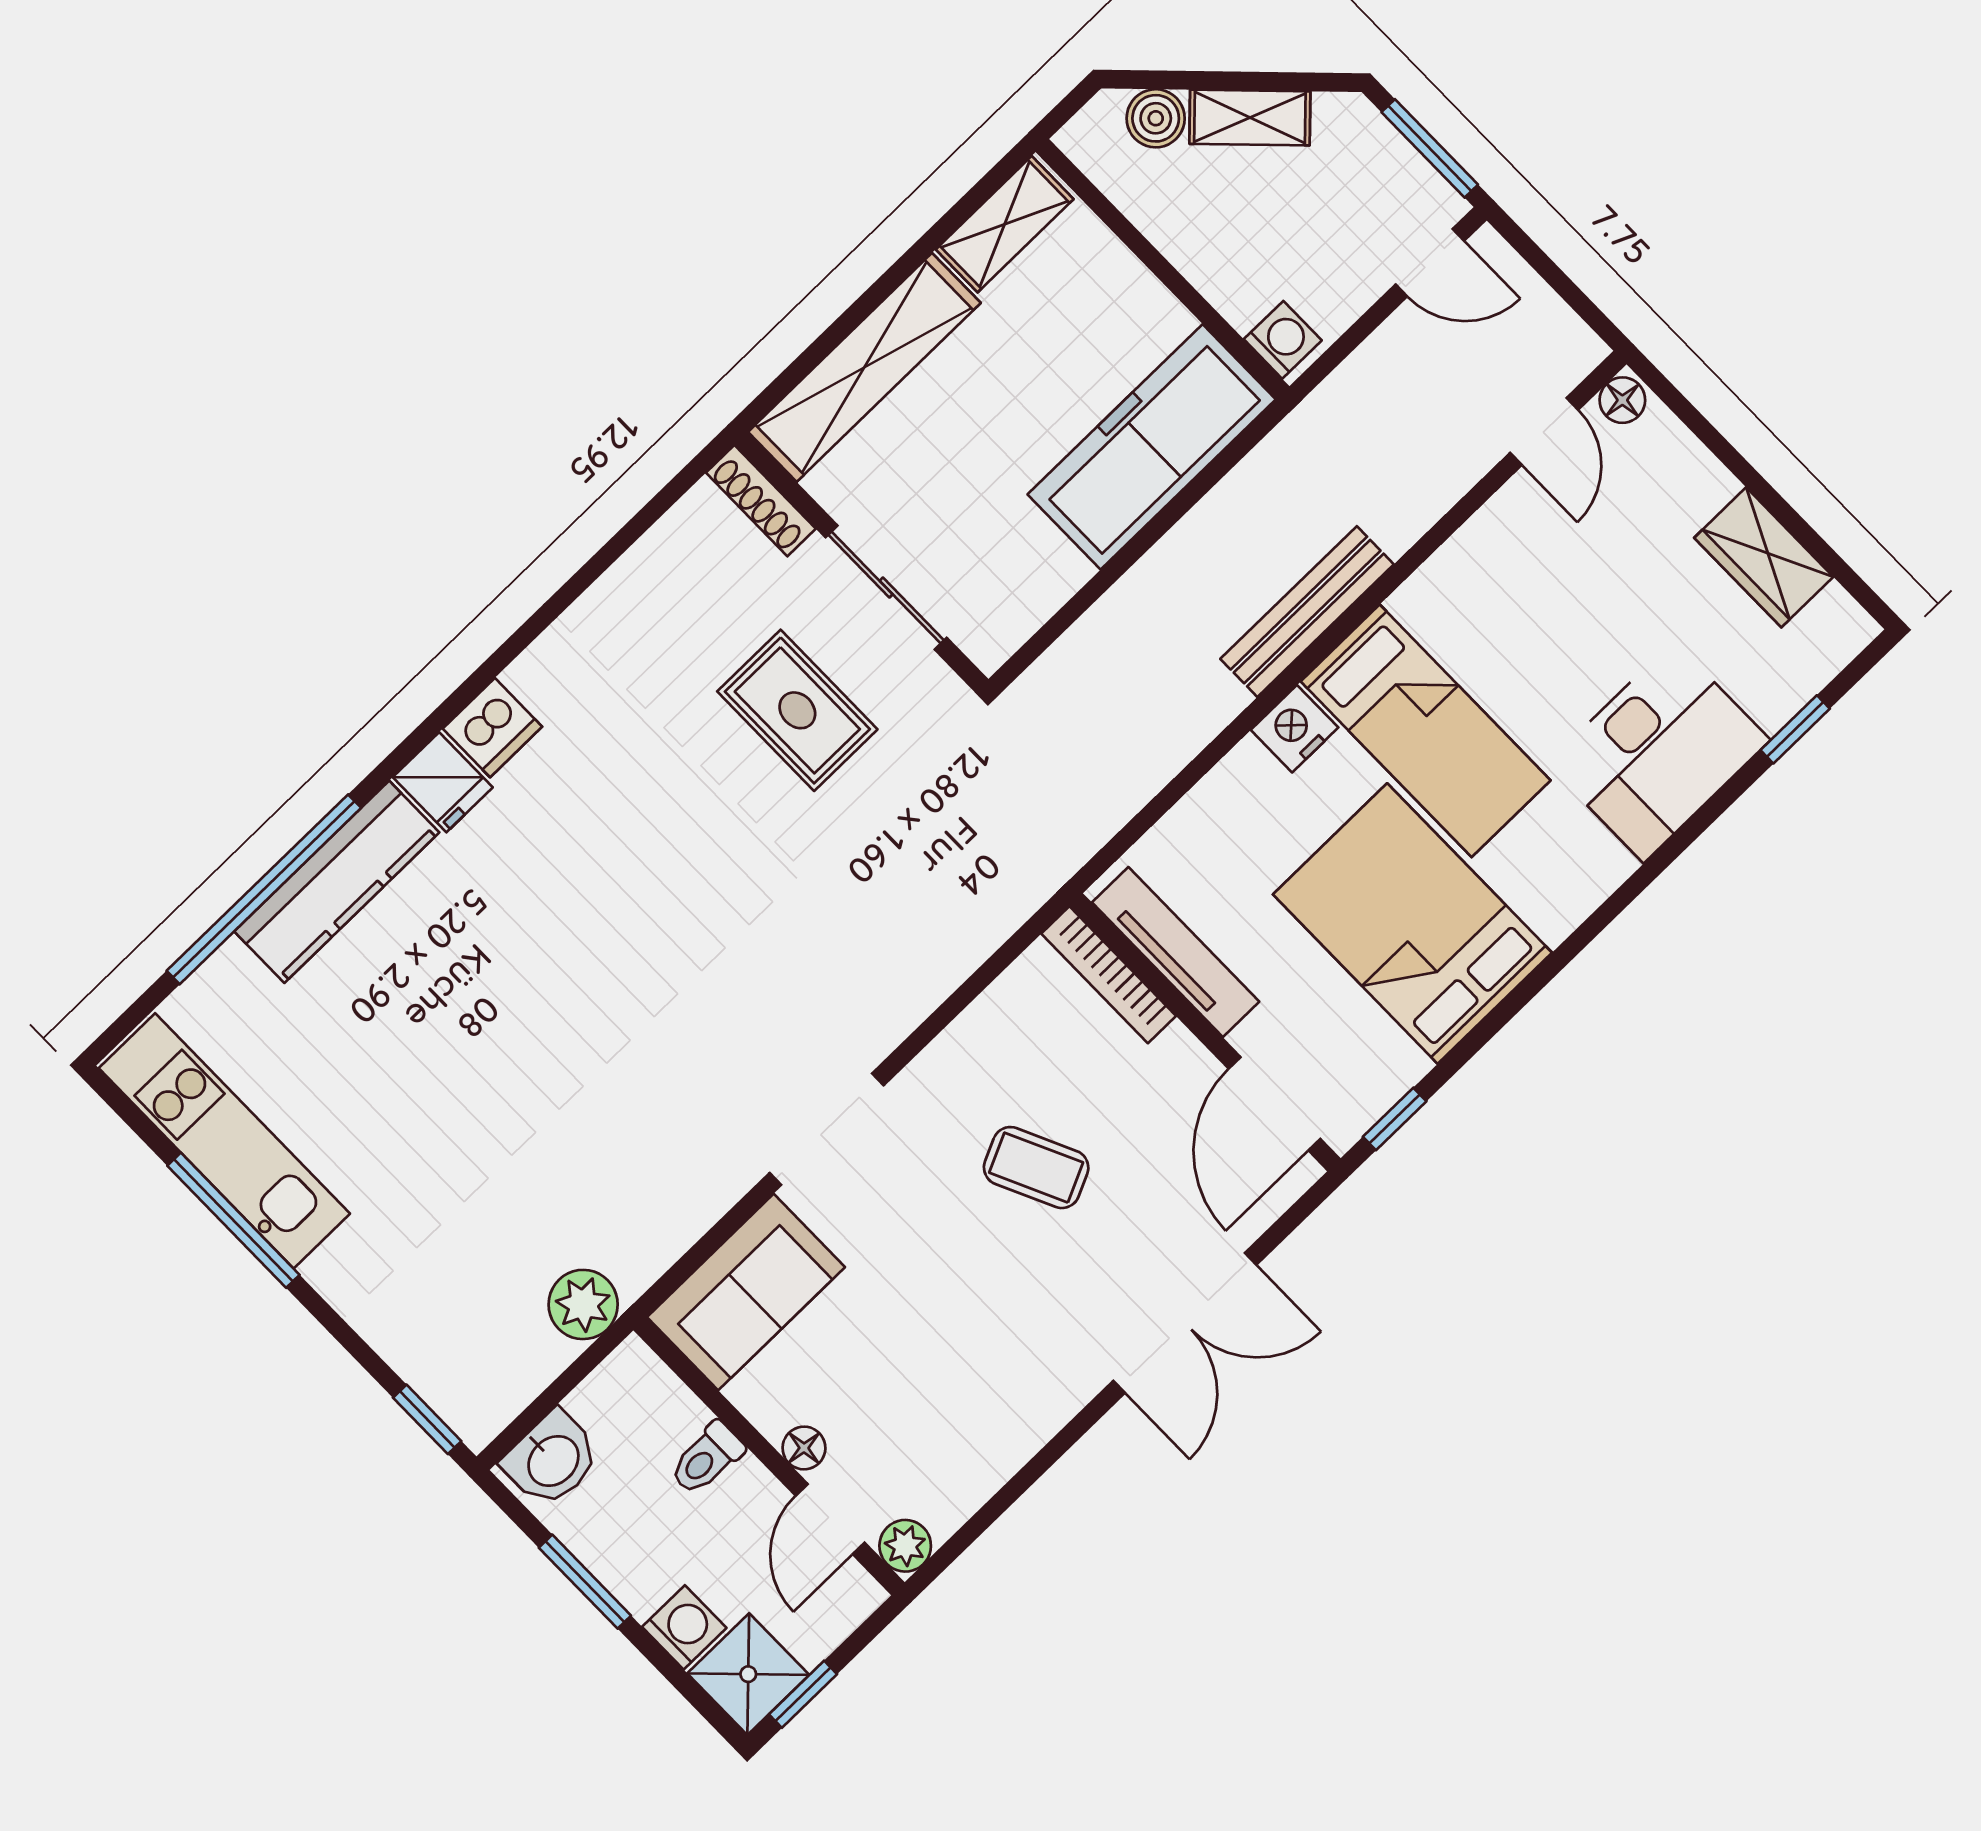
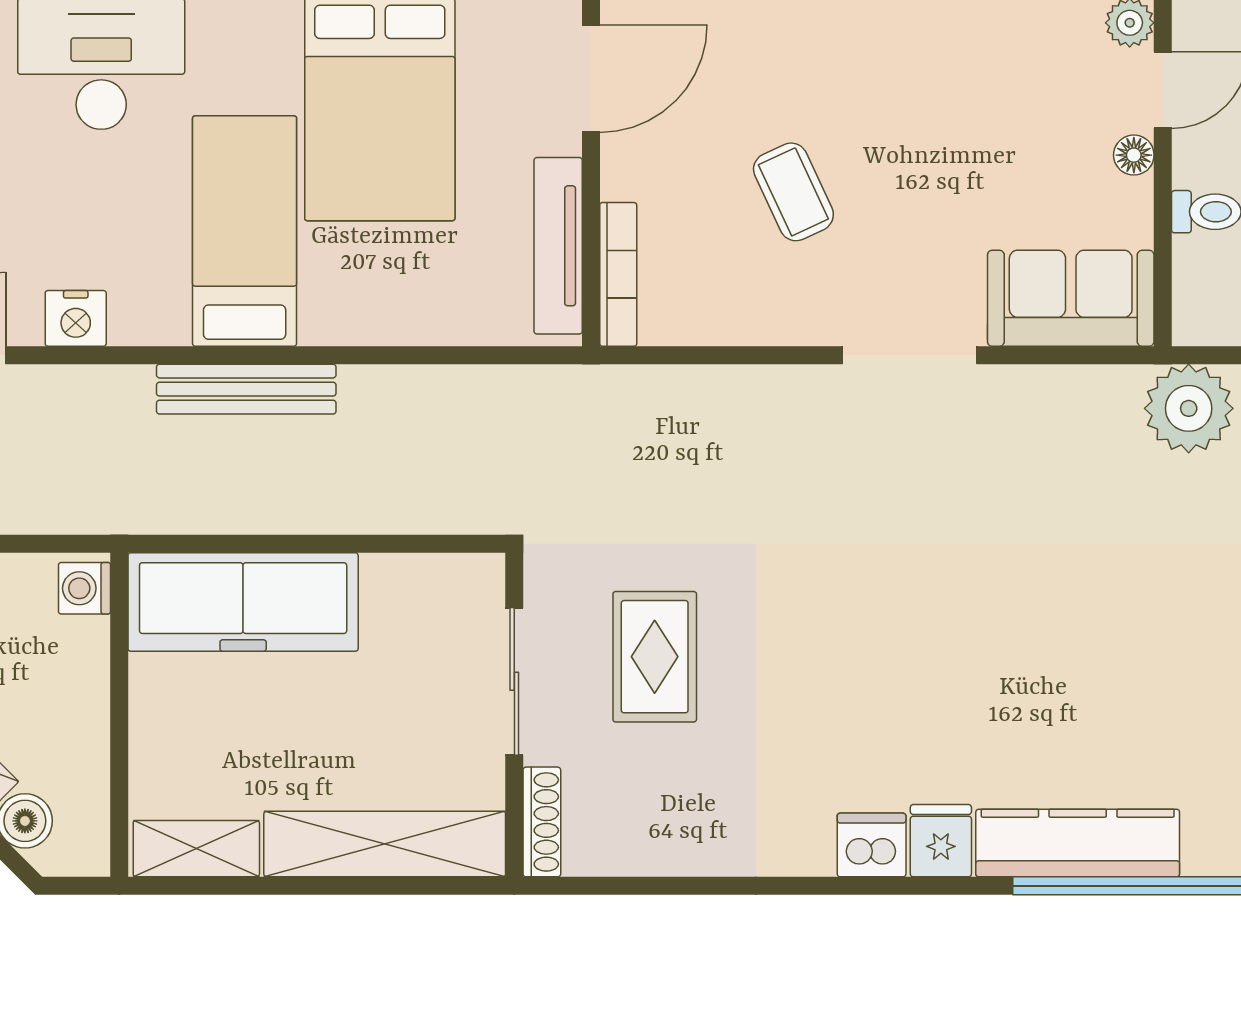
nightstand: (1295, 729) -> (76, 318), moved
plant: (583, 1304) -> (1189, 408), width x1.36, depth x1.36

